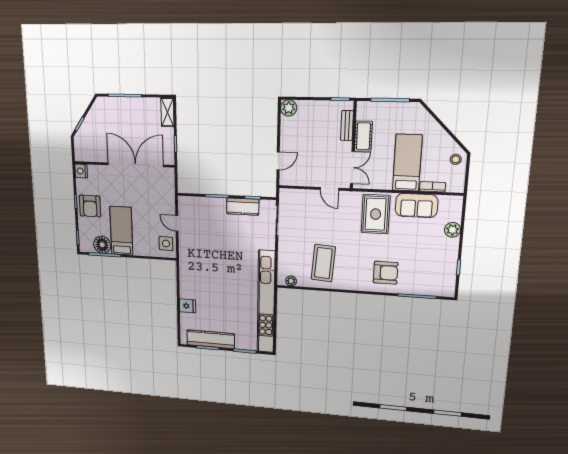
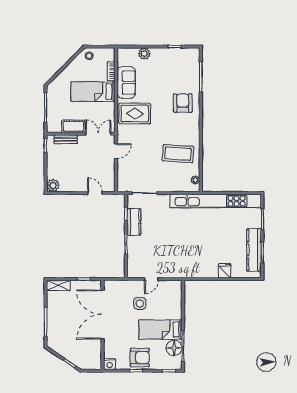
side table: (166, 244) -> (140, 303), moved

